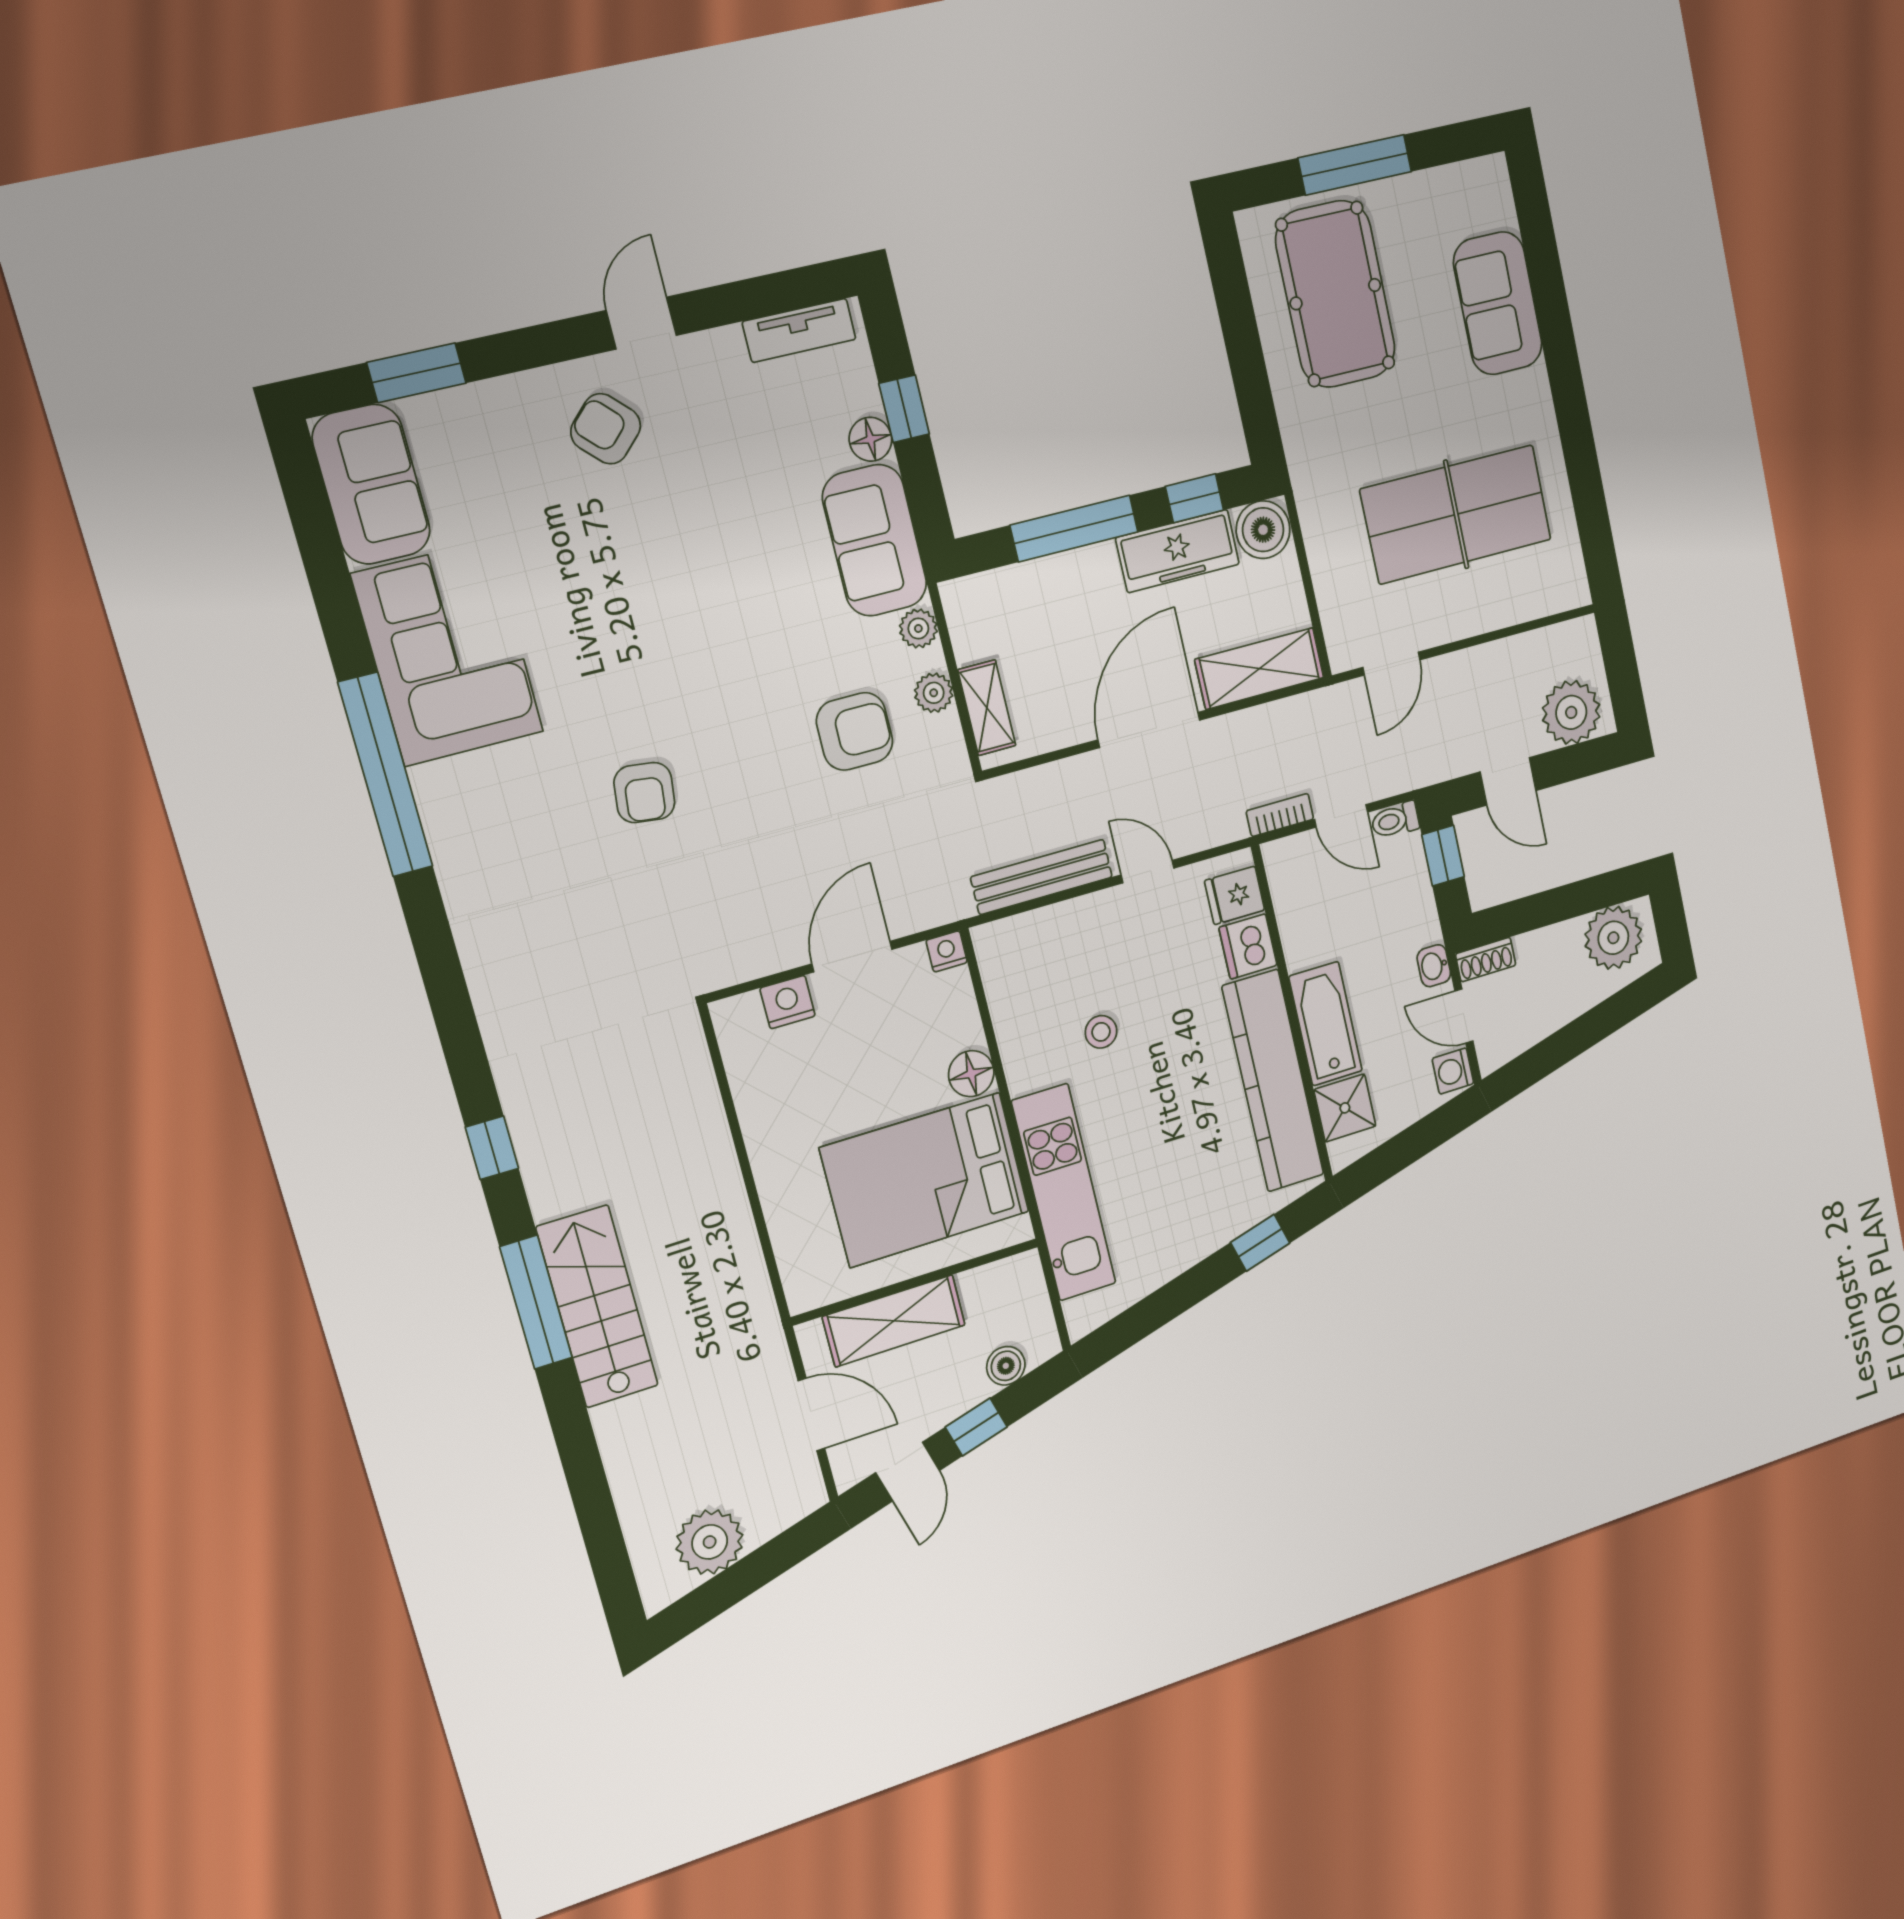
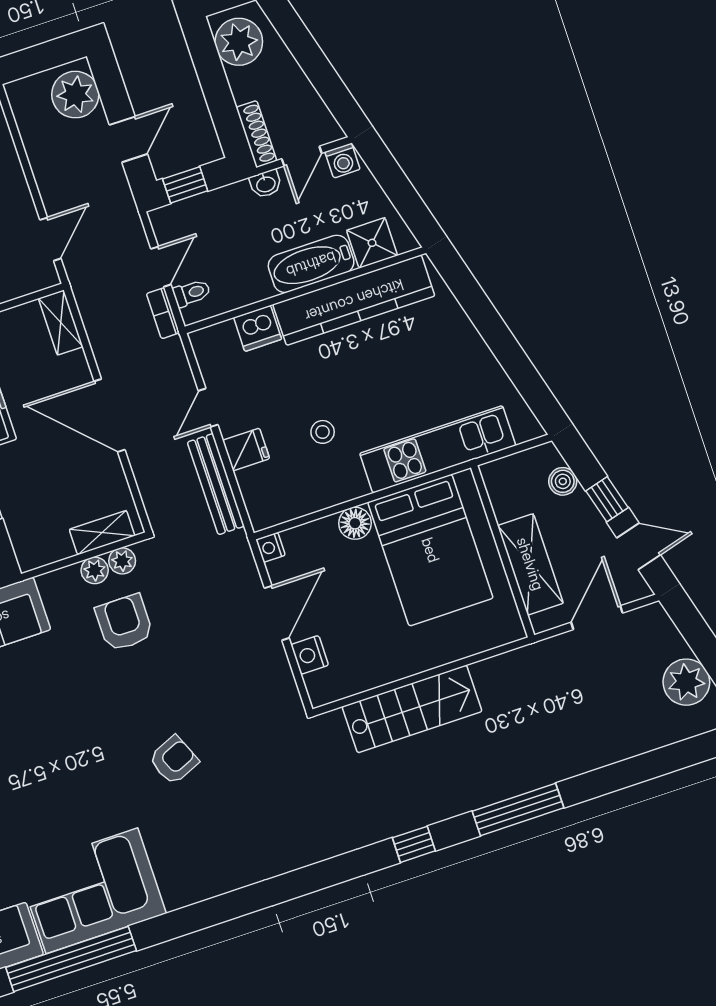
plant: (918, 628) -> (122, 561), moved
door: (1391, 664) -> (50, 239), hinge flipped
shelving: (1259, 669) -> (61, 323), width x0.67, depth x0.75
window: (385, 775) -> (71, 959), moved
armchair: (644, 793) -> (174, 760), turned -30
toilet: (1395, 820) -> (192, 293), moved, turned -90
fridge: (1235, 895) -> (246, 449), moved, turned -90
door: (852, 957) -> (277, 613), swing flipped
shoe rack: (1486, 960) -> (256, 134), width x1.43
window: (1260, 1243) -> (472, 299), removed
stairs: (597, 1307) -> (412, 709), moved, turned 180

